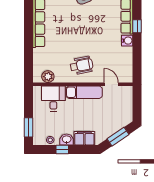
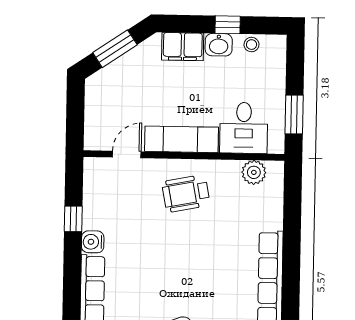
window: (137, 26) -> (73, 219), moved
door: (111, 84) -> (127, 154), swing flipped
window: (28, 127) -> (294, 114), moved

